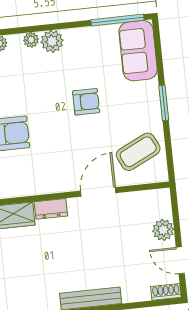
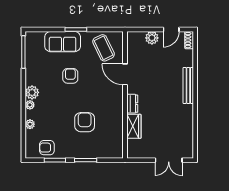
sofa: (138, 51) -> (63, 42), moved

